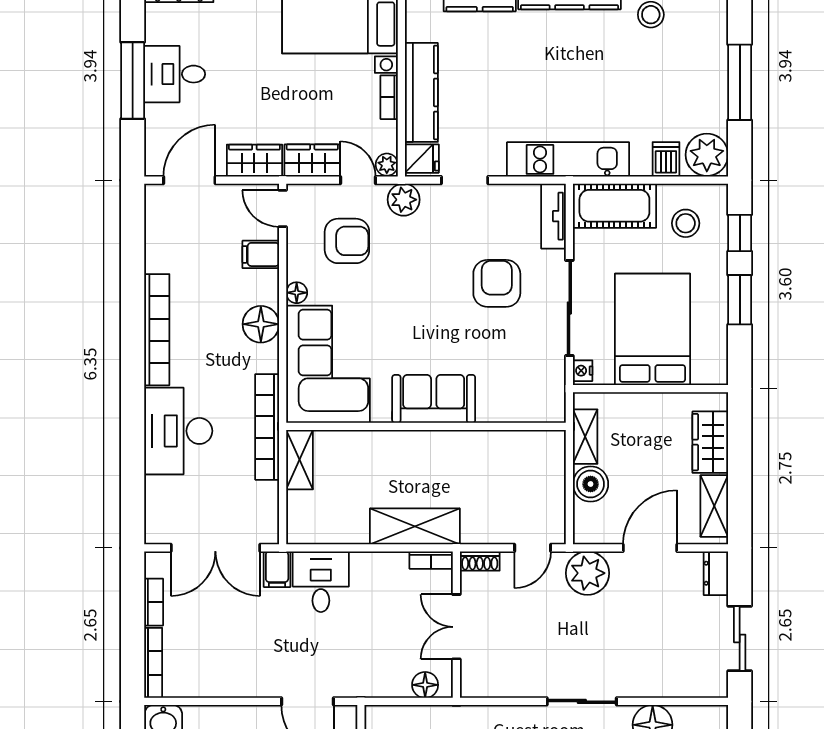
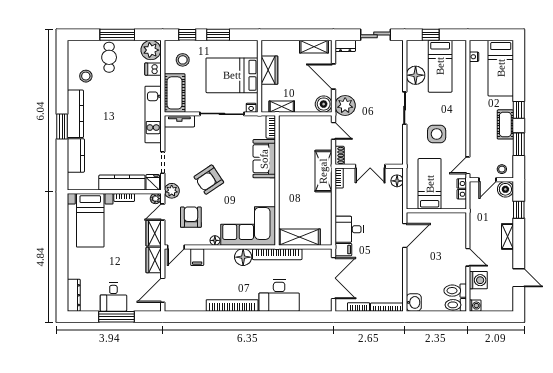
cafe table: (691, 65) -> (109, 57), added
door: (189, 180) -> (163, 290), hinge flipped
armchair: (497, 283) -> (209, 180), moved, turned -34
floor lamp: (261, 324) -> (243, 257), moved
sofa: (434, 399) -> (264, 159), moved
bookcase: (541, 413) -> (271, 127), added
wardrobe: (710, 442) -> (269, 70), moved, turned -90
shelving: (300, 460) -> (299, 237), width x1.50, depth x1.33
boiler: (591, 484) -> (324, 104), moved
shelving: (415, 526) -> (323, 171), moved

